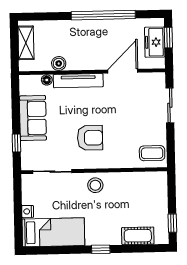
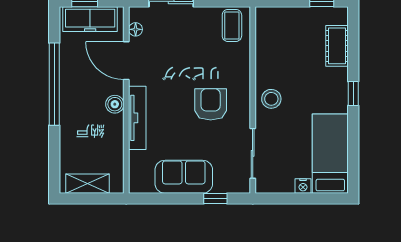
freezer: (155, 42) -> (90, 19), width x1.40
boiler: (59, 63) -> (115, 104), moved
floor lamp: (47, 80) -> (136, 29), moved

